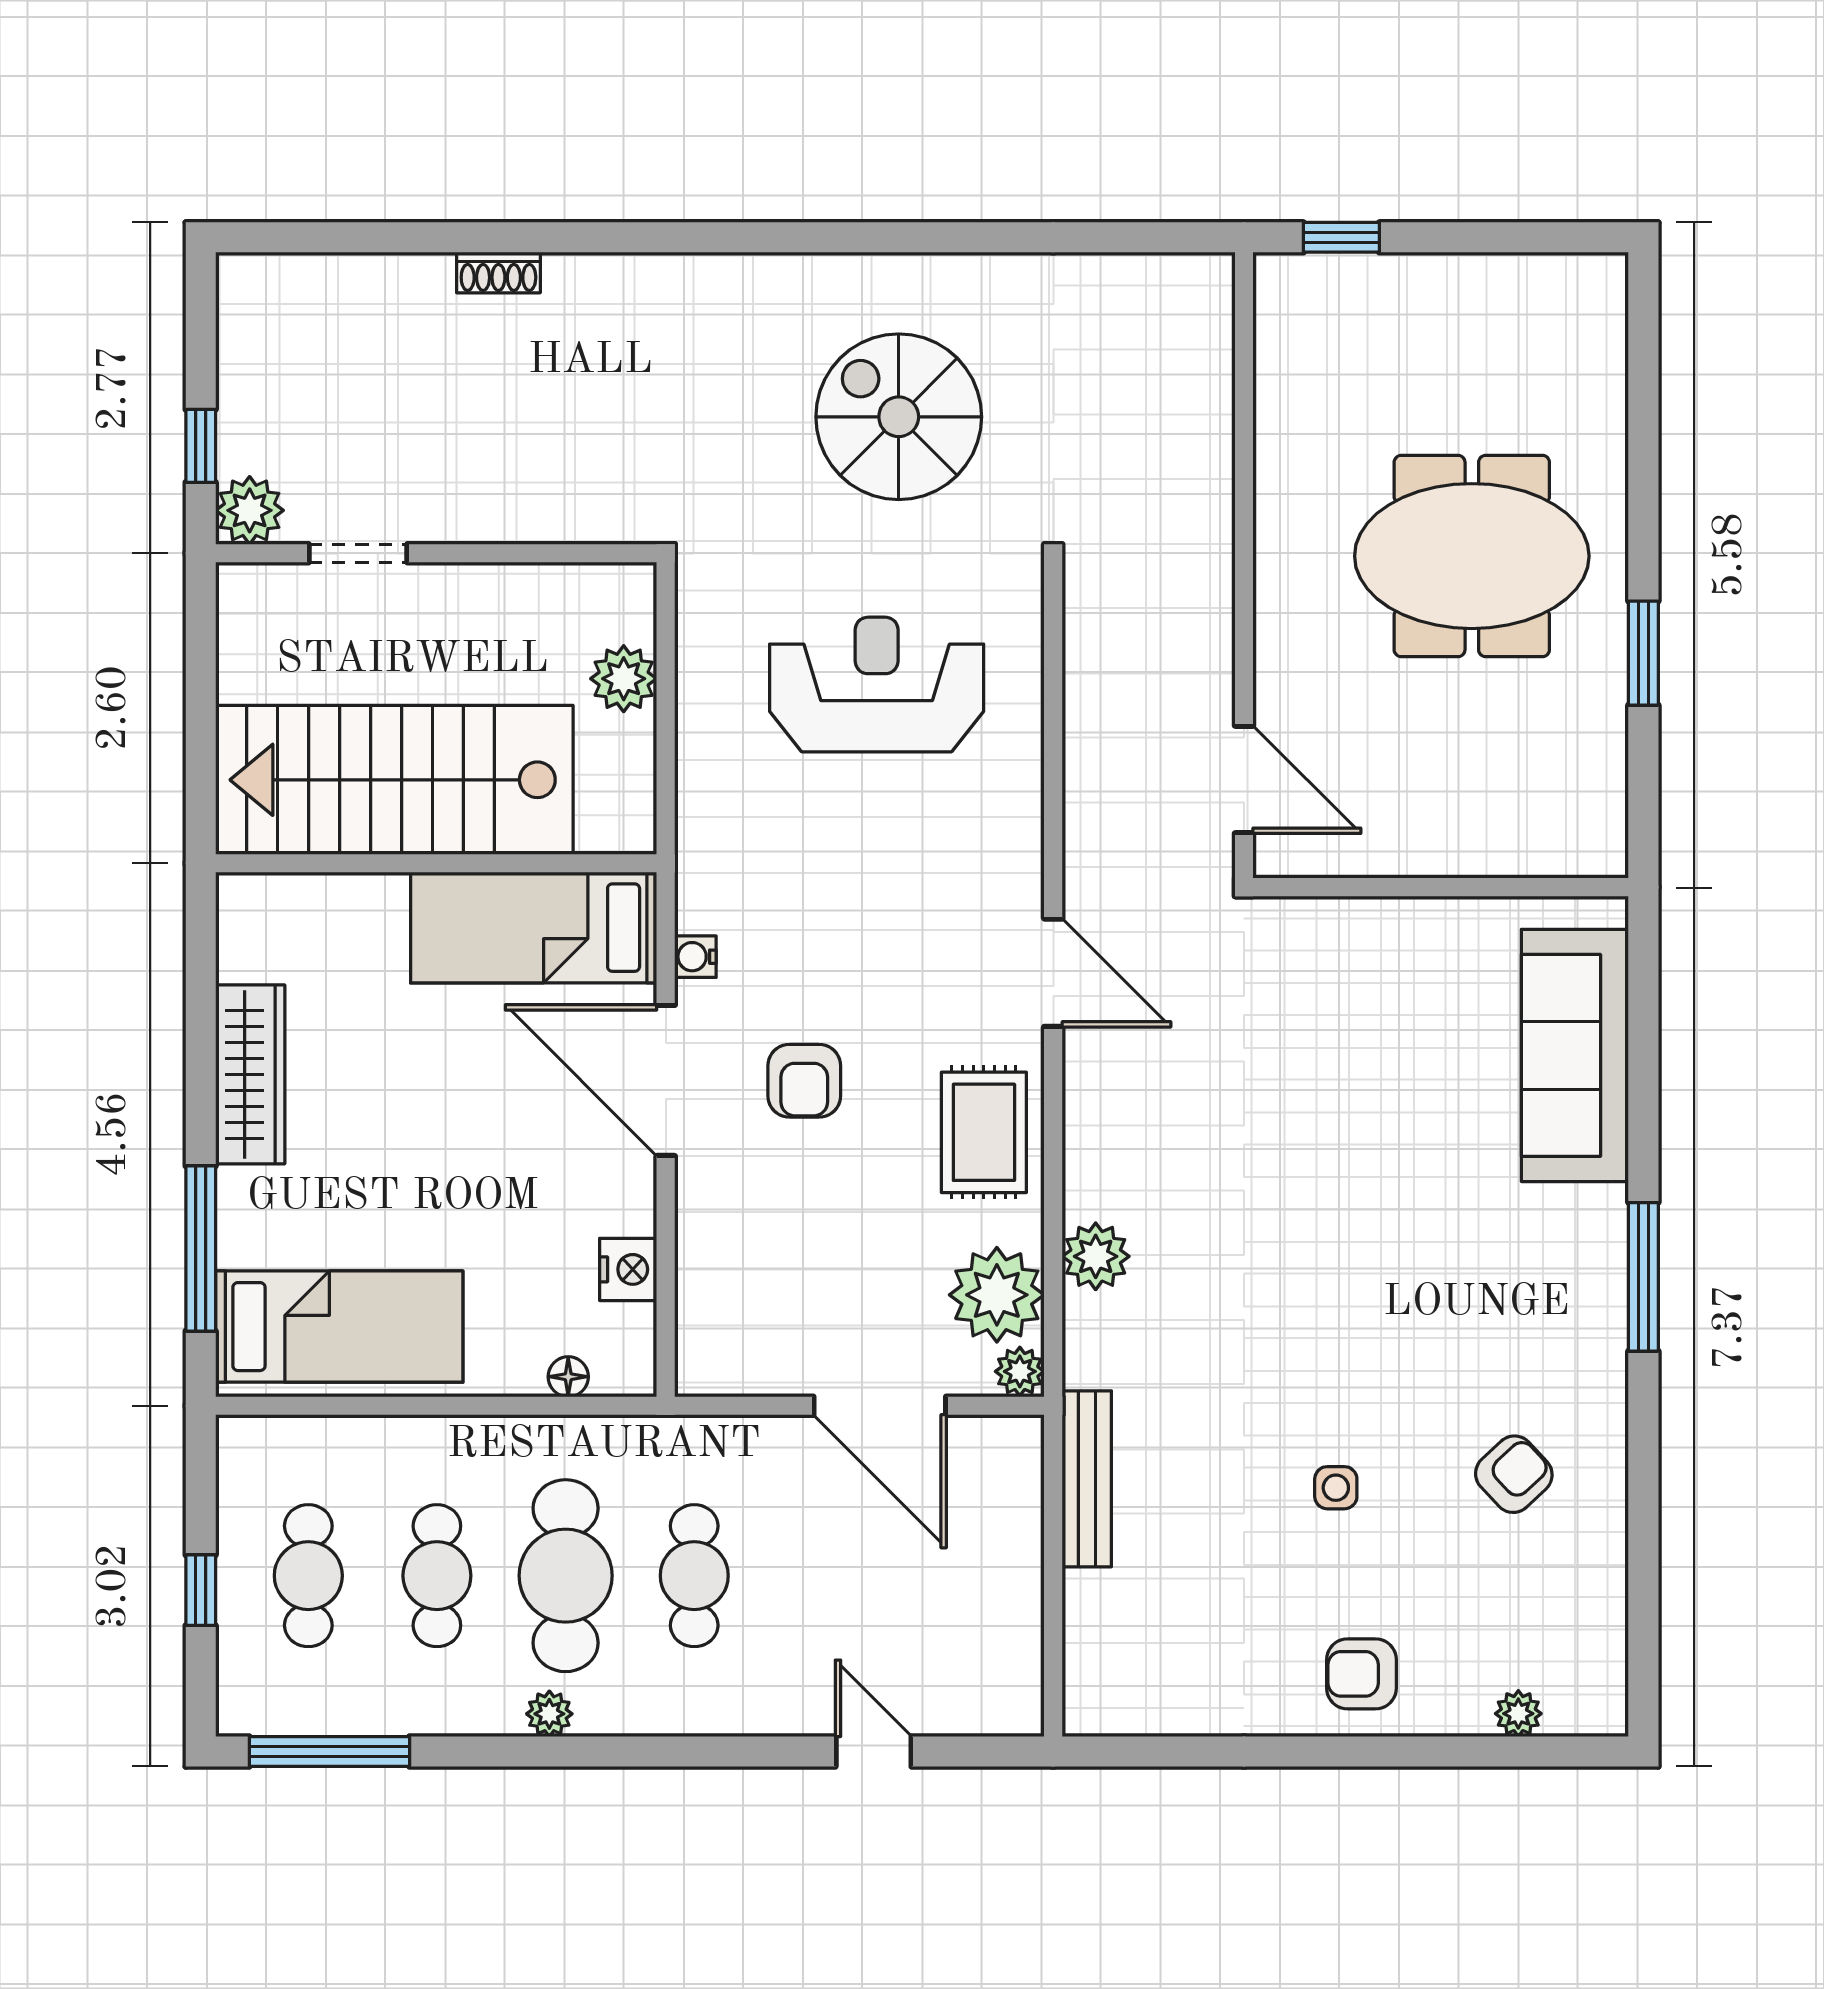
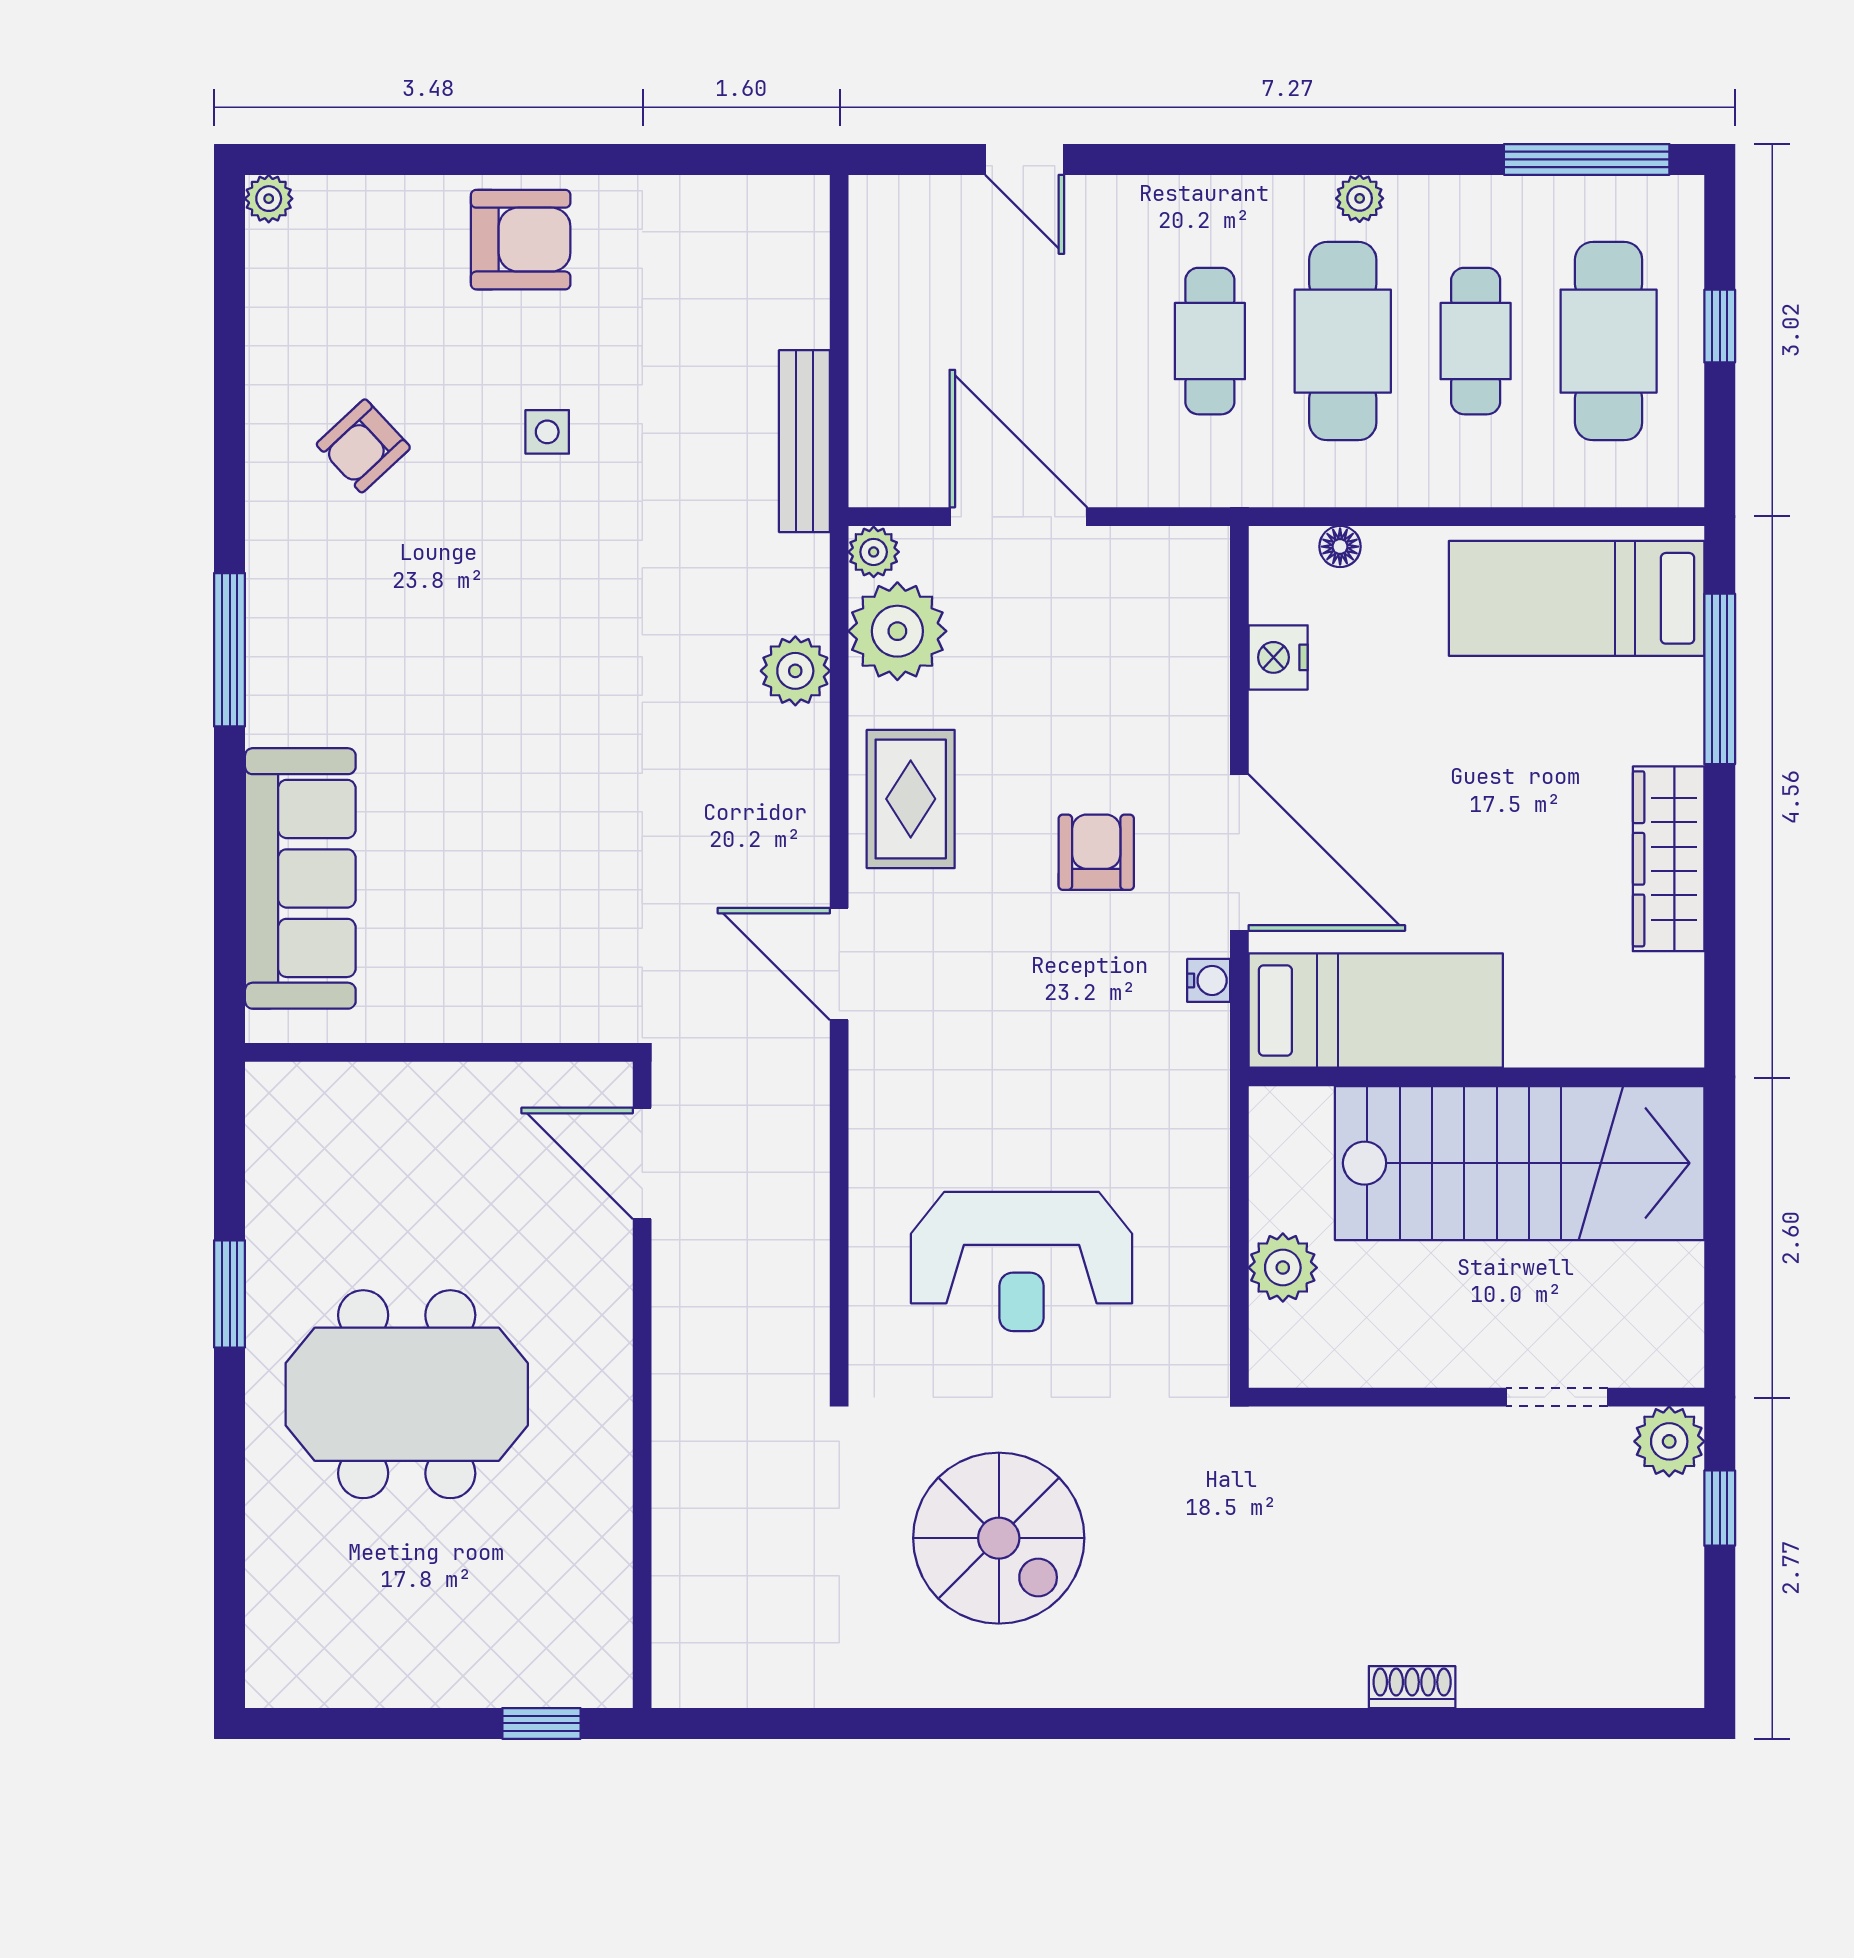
cafe table: (308, 1576) -> (1609, 341), width x1.37, depth x1.35
armchair: (1362, 1674) -> (521, 240), width x1.38, depth x1.38
plant: (1518, 1714) -> (269, 199), moved

